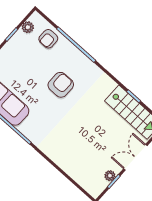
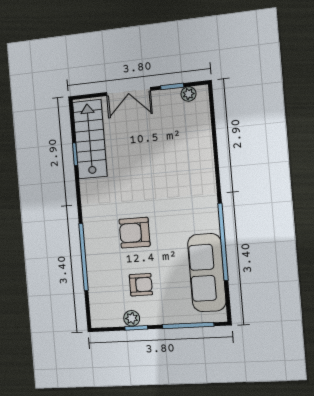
plant: (28, 27) -> (132, 318), moved
armchair: (48, 39) -> (141, 285), moved
plant: (110, 176) -> (188, 94), moved

